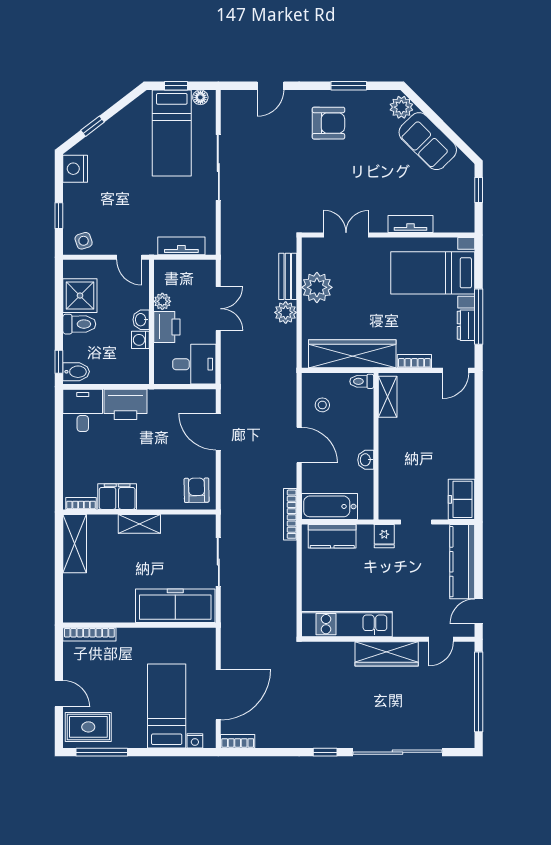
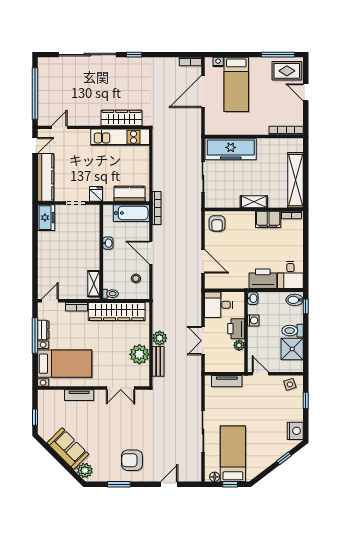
washbasin: (141, 320) -> (253, 298), moved
shelving: (75, 544) -> (296, 180), width x1.47
wardrobe: (387, 654) -> (122, 118), moved

